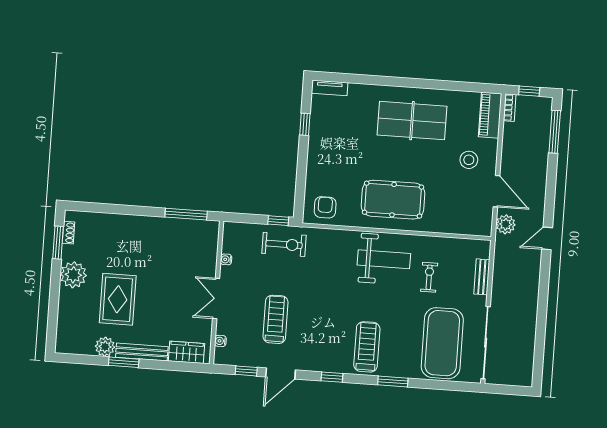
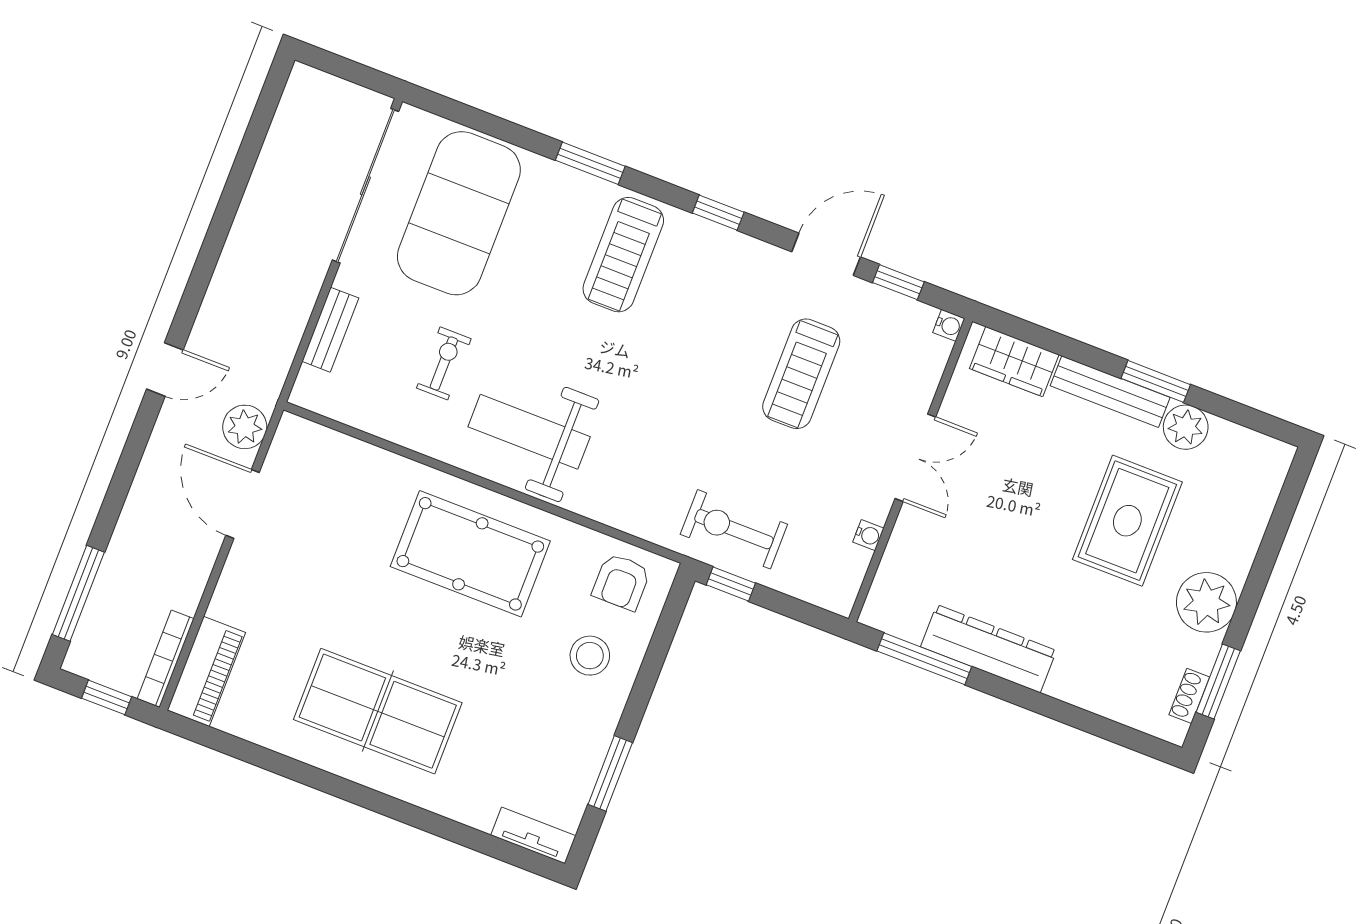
bookcase: (510, 108) -> (166, 659), width x1.56
window: (305, 124) -> (610, 773), width x1.50
stool: (469, 160) -> (590, 656), moved
dresser: (160, 227) -> (988, 649), added
exercise bike: (429, 277) -> (444, 363), turned 180
water cooler: (220, 341) -> (949, 325), moved

